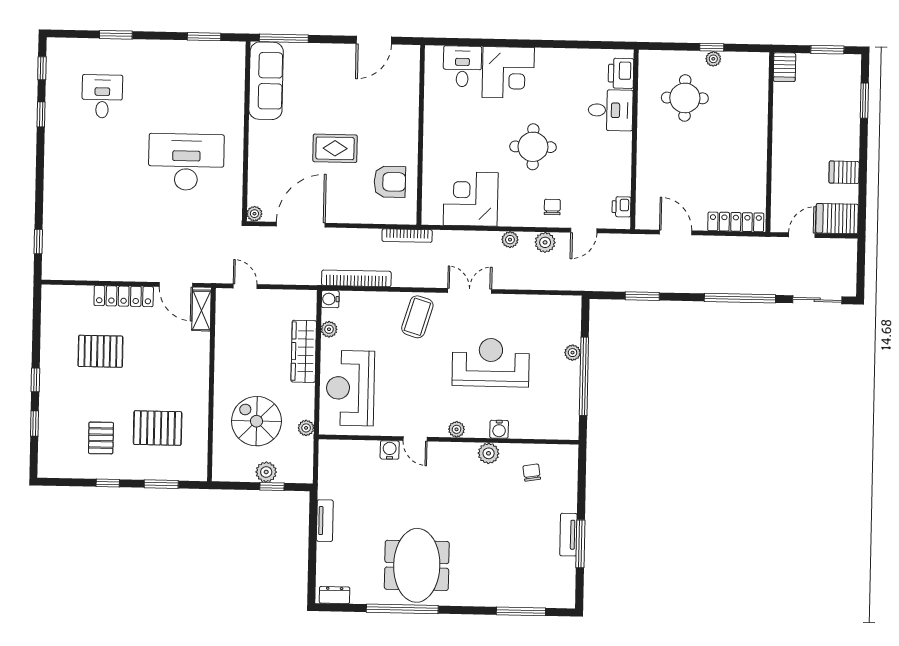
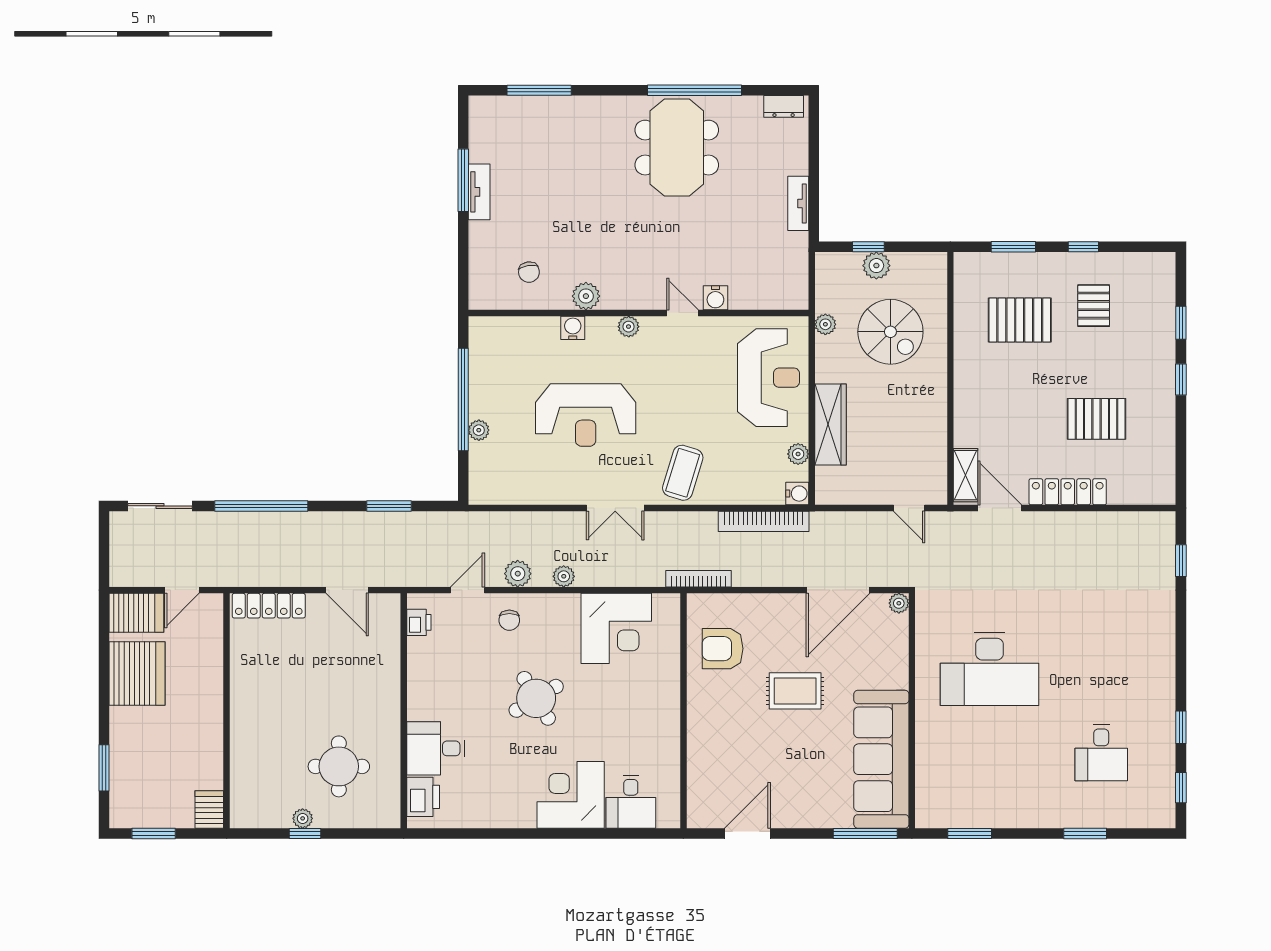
sofa: (266, 81) -> (881, 759), width x1.36, depth x1.27
round table: (533, 147) -> (536, 698), turned -31
server rack: (844, 172) -> (137, 674), width x2.18, depth x1.44

